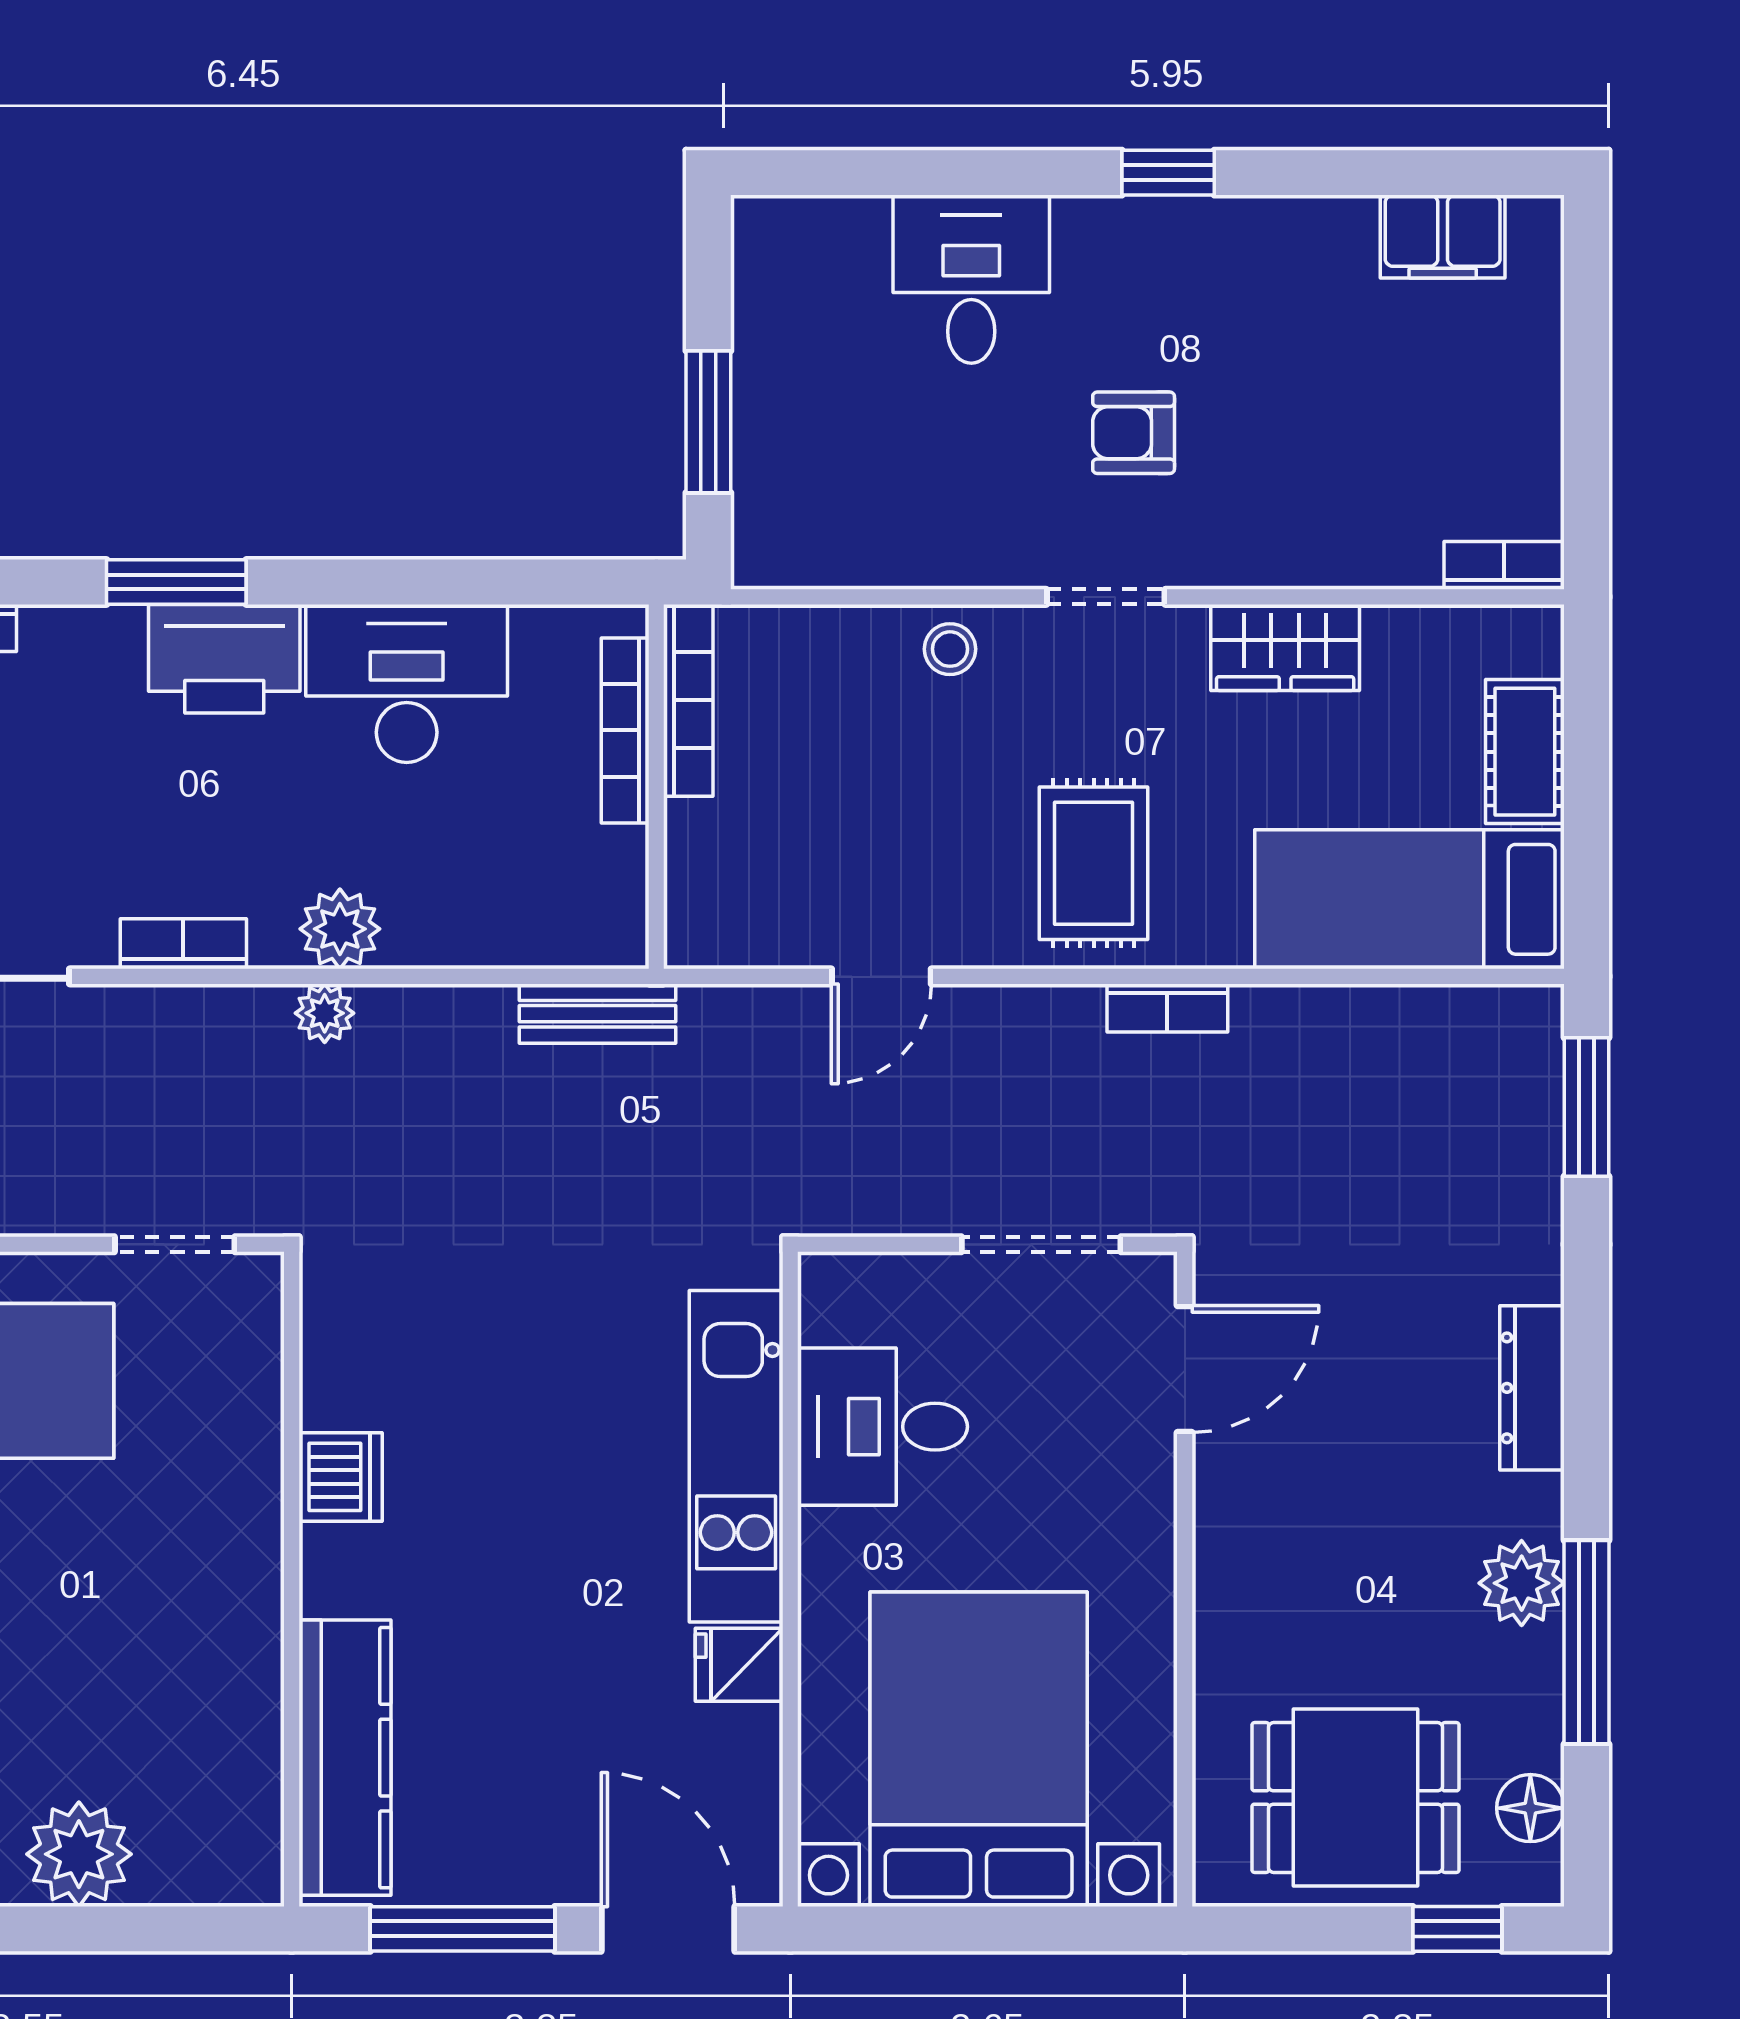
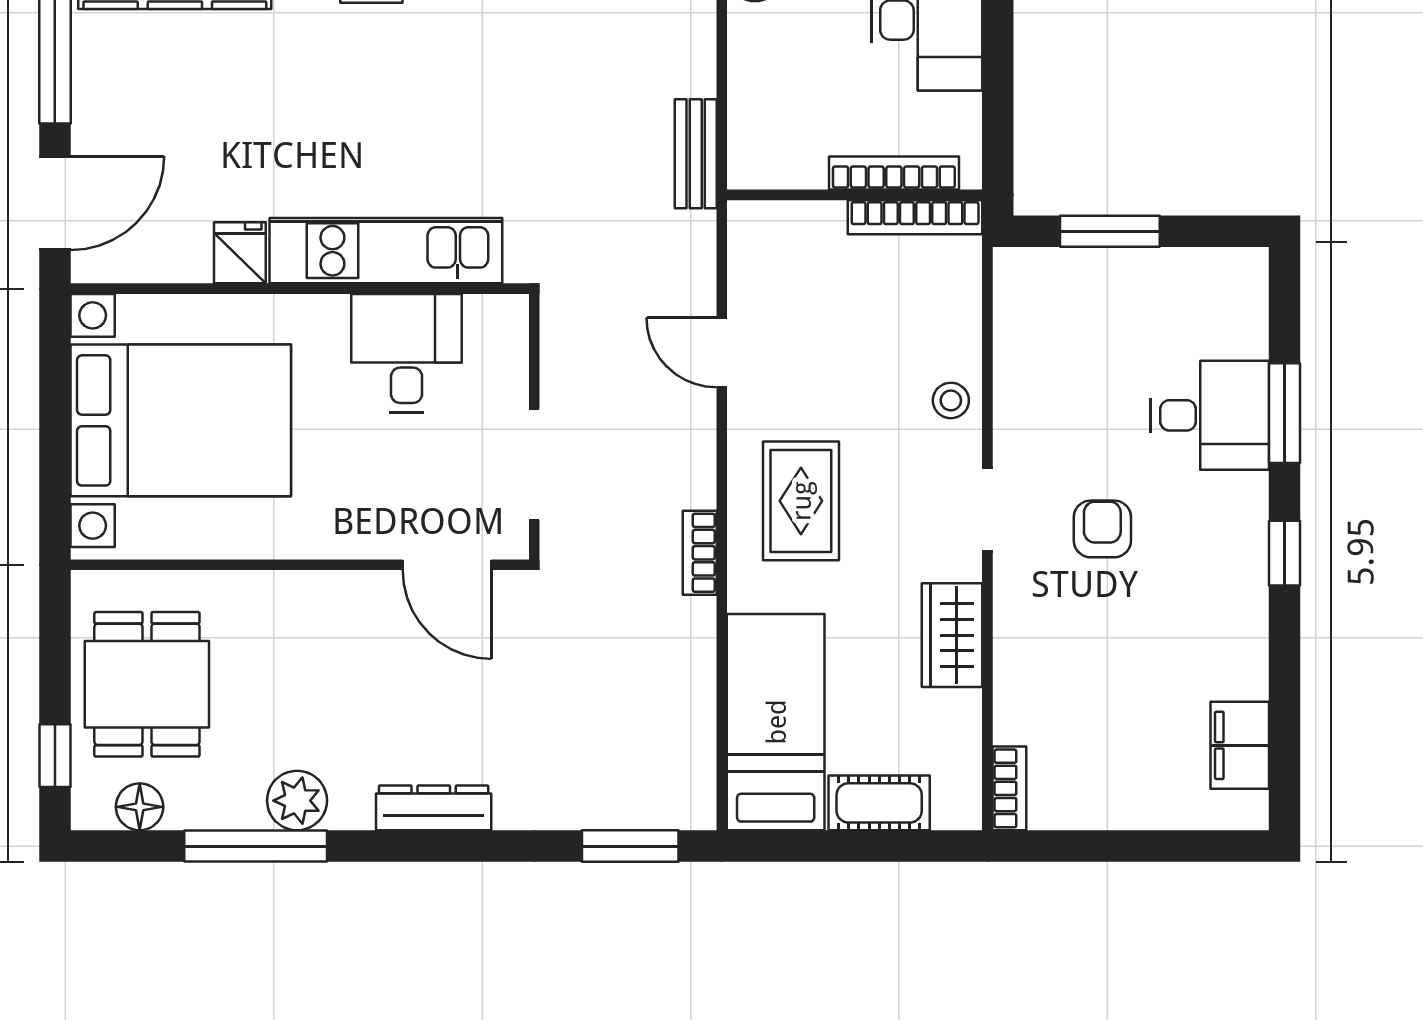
window: (968, 173) -> (1284, 413), added
rug: (1094, 863) -> (801, 501), turned 90

